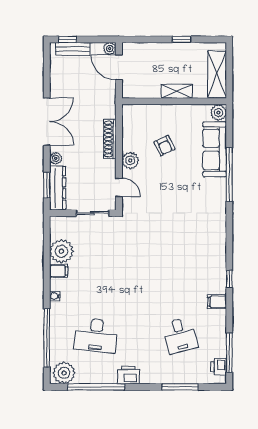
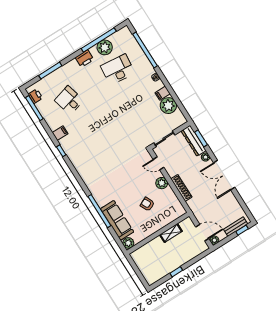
shelving: (217, 74) -> (143, 265), removed
shelving: (177, 91) -> (171, 233), moved
plant: (64, 373) -> (105, 47), moved

